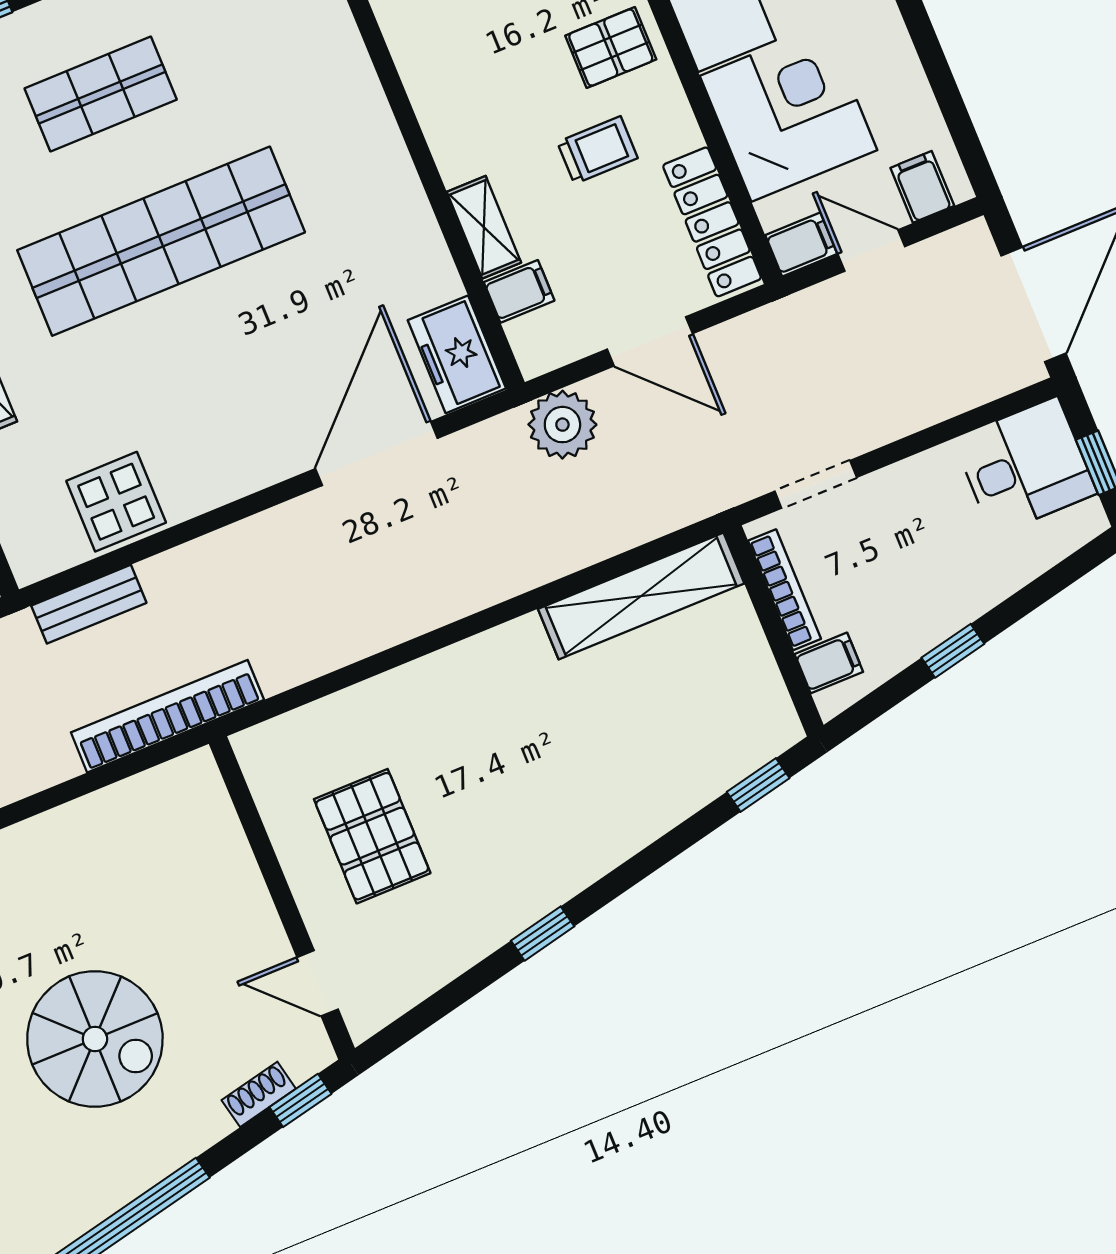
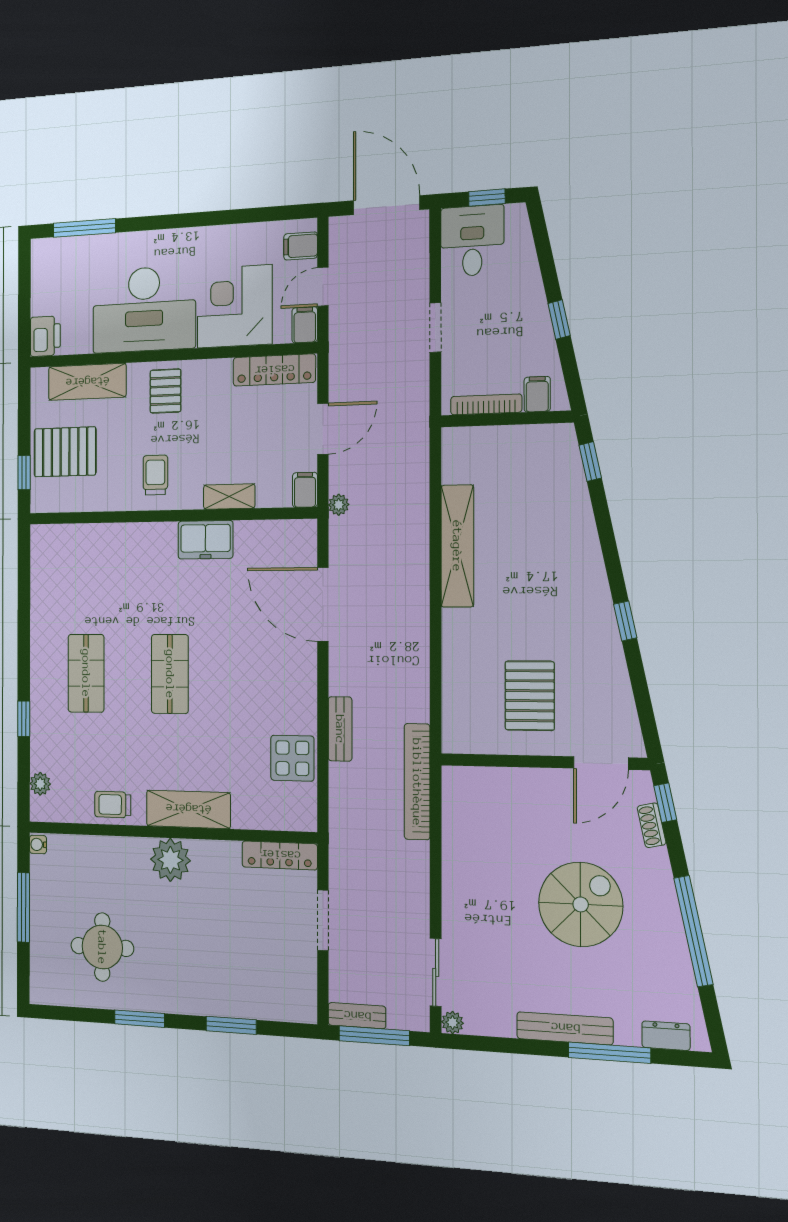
trolley: (597, 150) -> (155, 475), moved
shop shelf: (161, 241) -> (170, 674), width x0.50, depth x0.74
filing cabinet: (519, 291) -> (305, 490), moved
freezer: (457, 354) -> (206, 540), moved
plant: (562, 425) -> (339, 505), width x0.53, depth x0.53
doorway: (816, 484) -> (435, 328), moved
shelving: (641, 596) -> (457, 546), moved
bench: (89, 604) -> (340, 729), moved
pallet: (372, 836) -> (530, 696), turned 90
door: (318, 983) -> (601, 763), width x1.38

